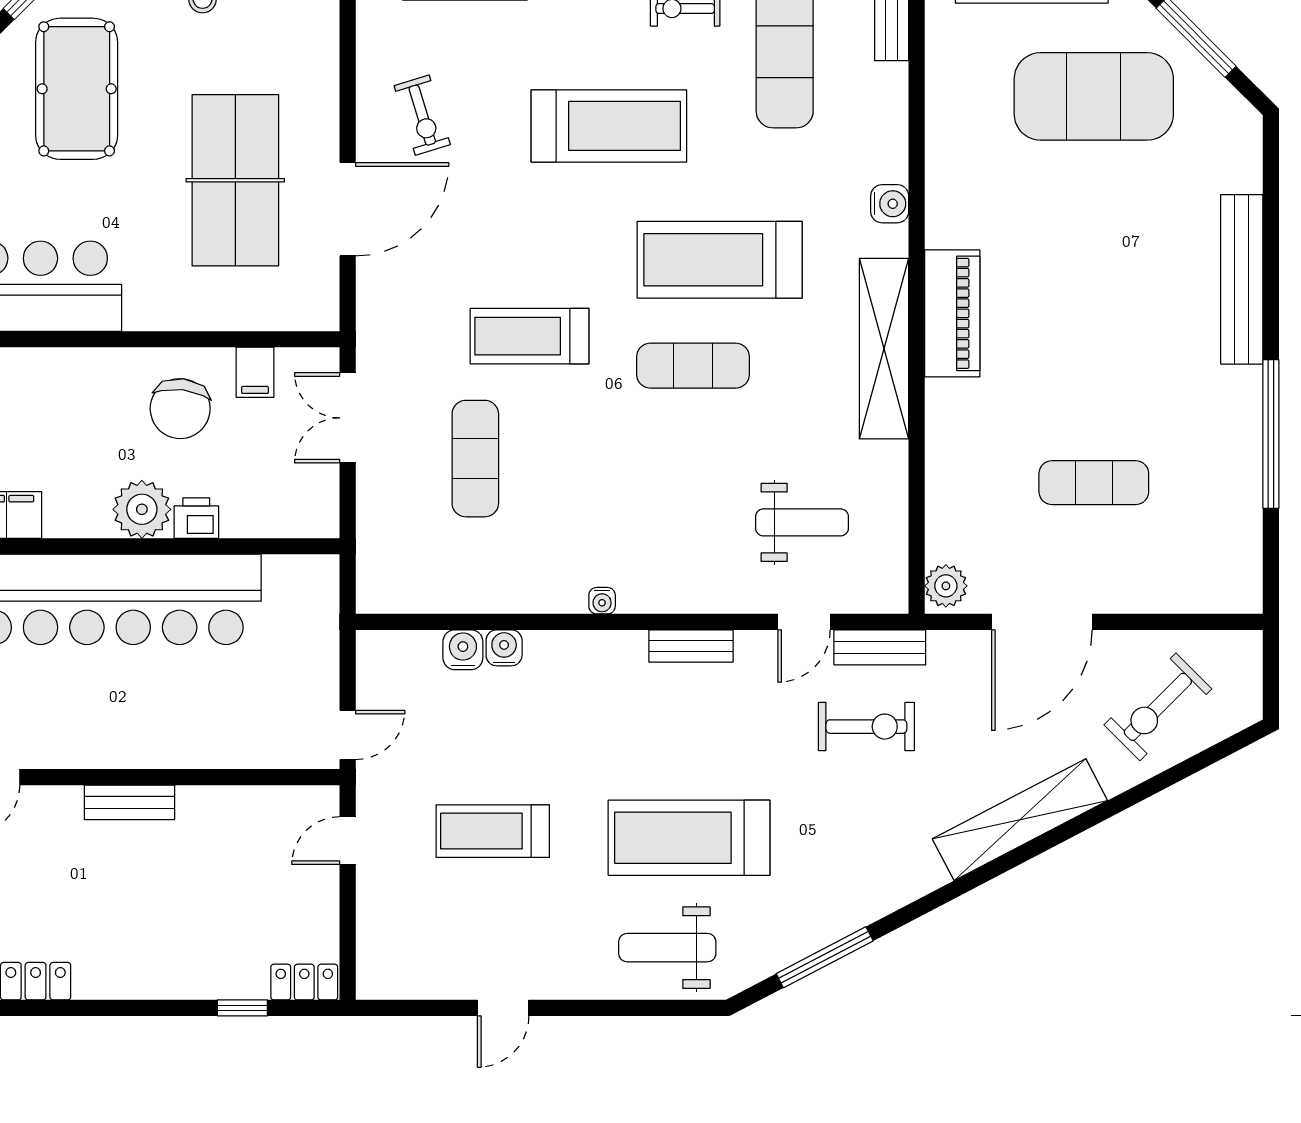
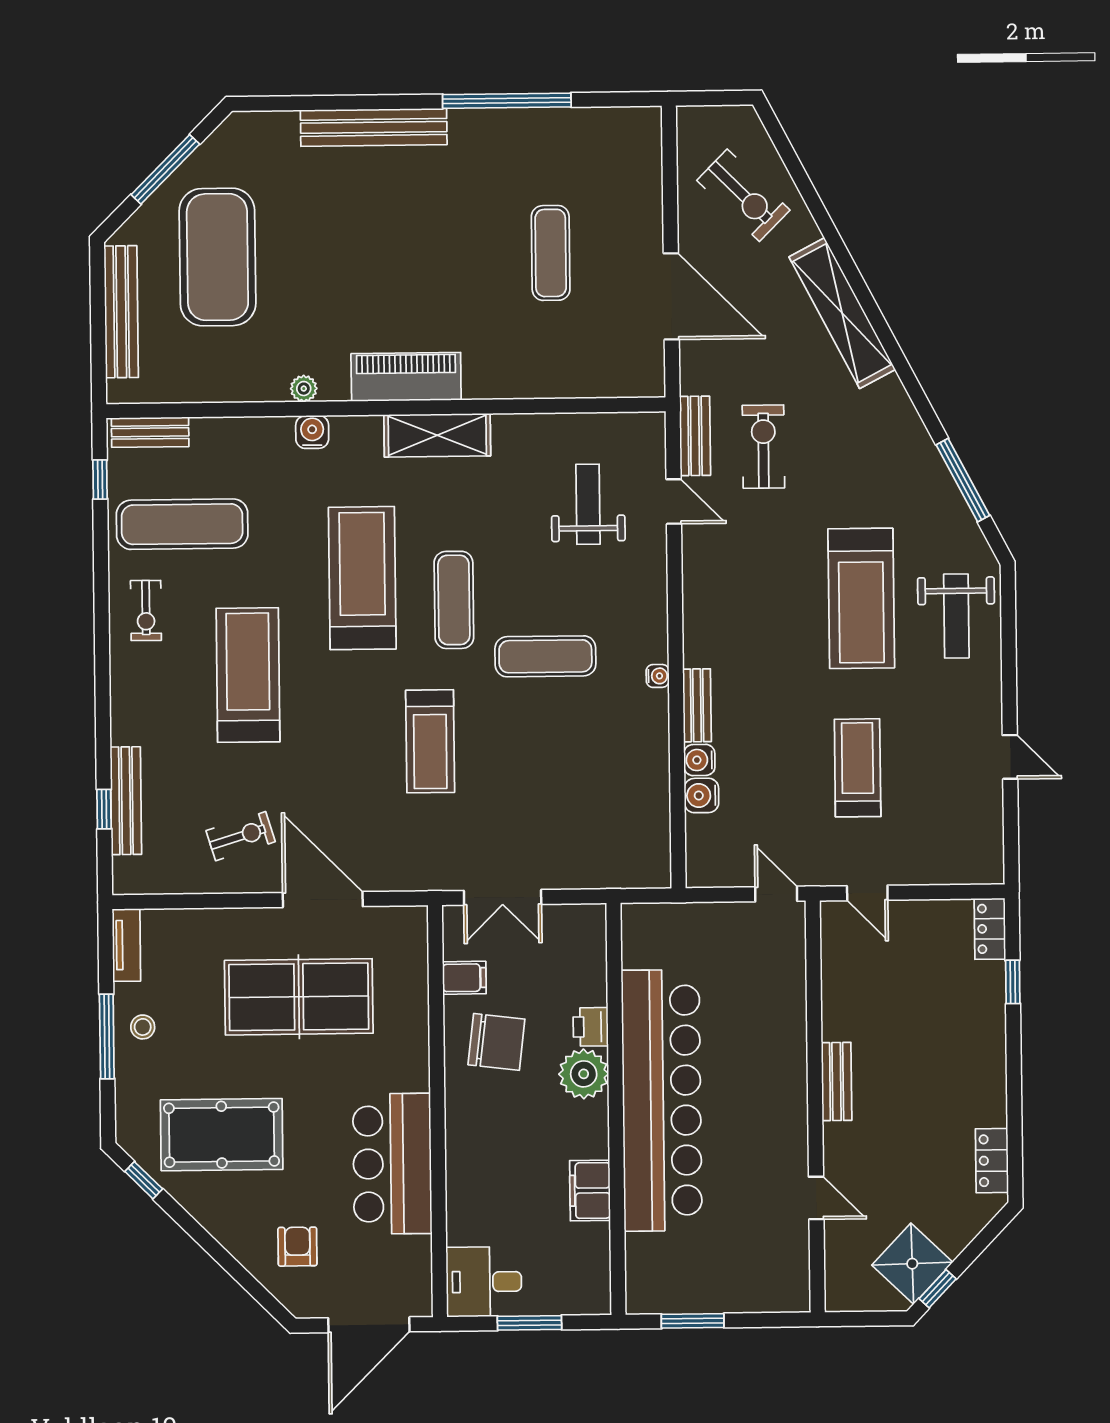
treadmill: (720, 260) -> (362, 578), turned 180
shelving: (884, 349) -> (437, 435), width x0.68
exercise mat: (475, 459) -> (545, 656), moved
plant: (946, 586) -> (304, 389), moved, width x0.73, depth x0.73
bench: (691, 646) -> (697, 705), moved
treadmill: (493, 831) -> (858, 768), turned 180

